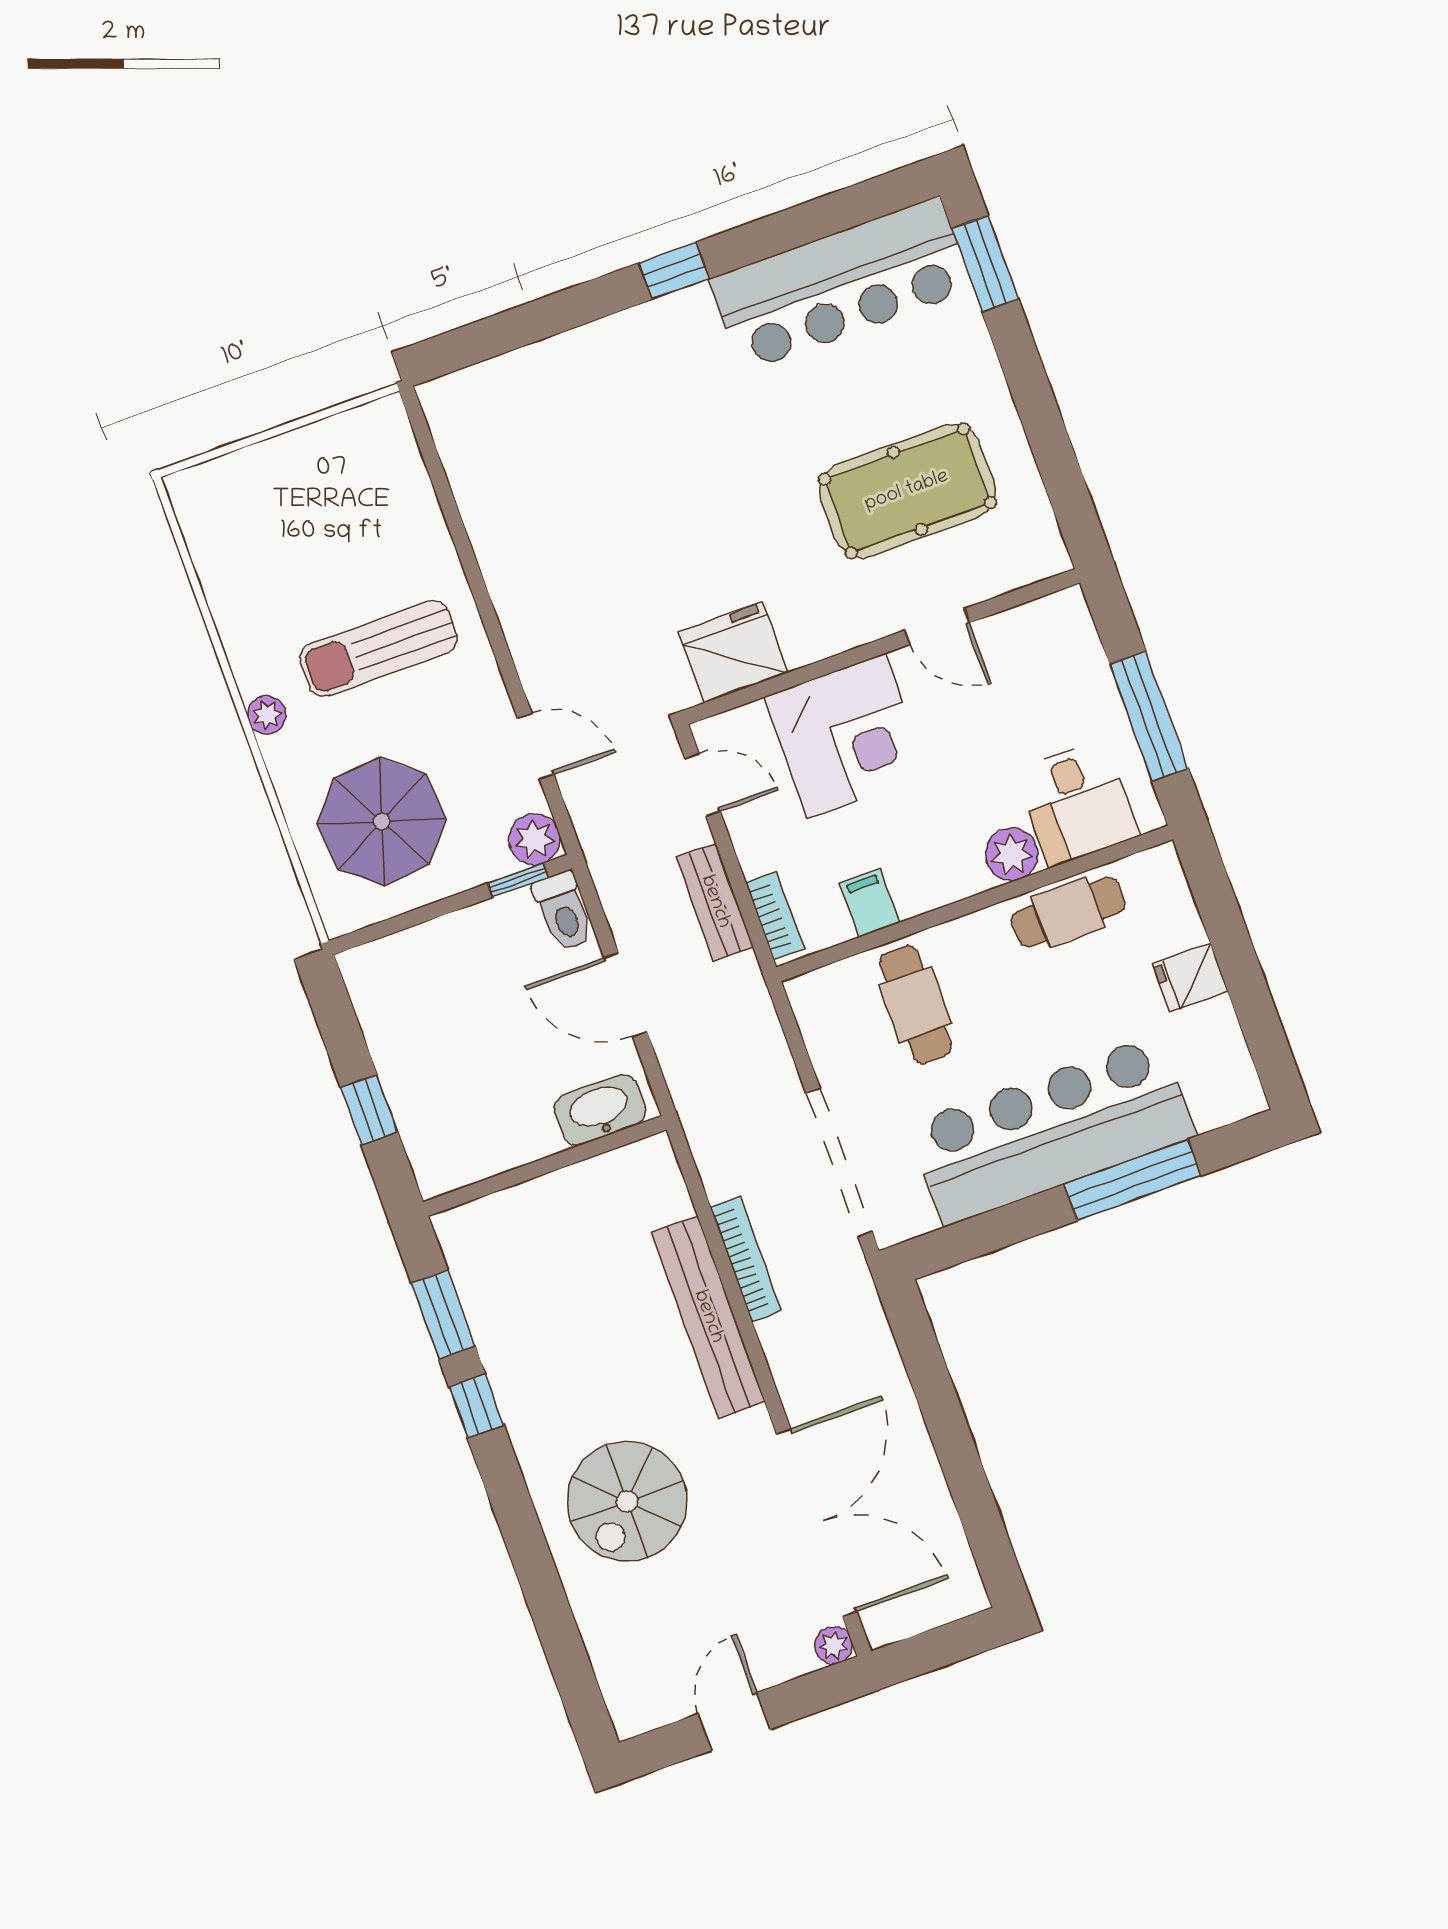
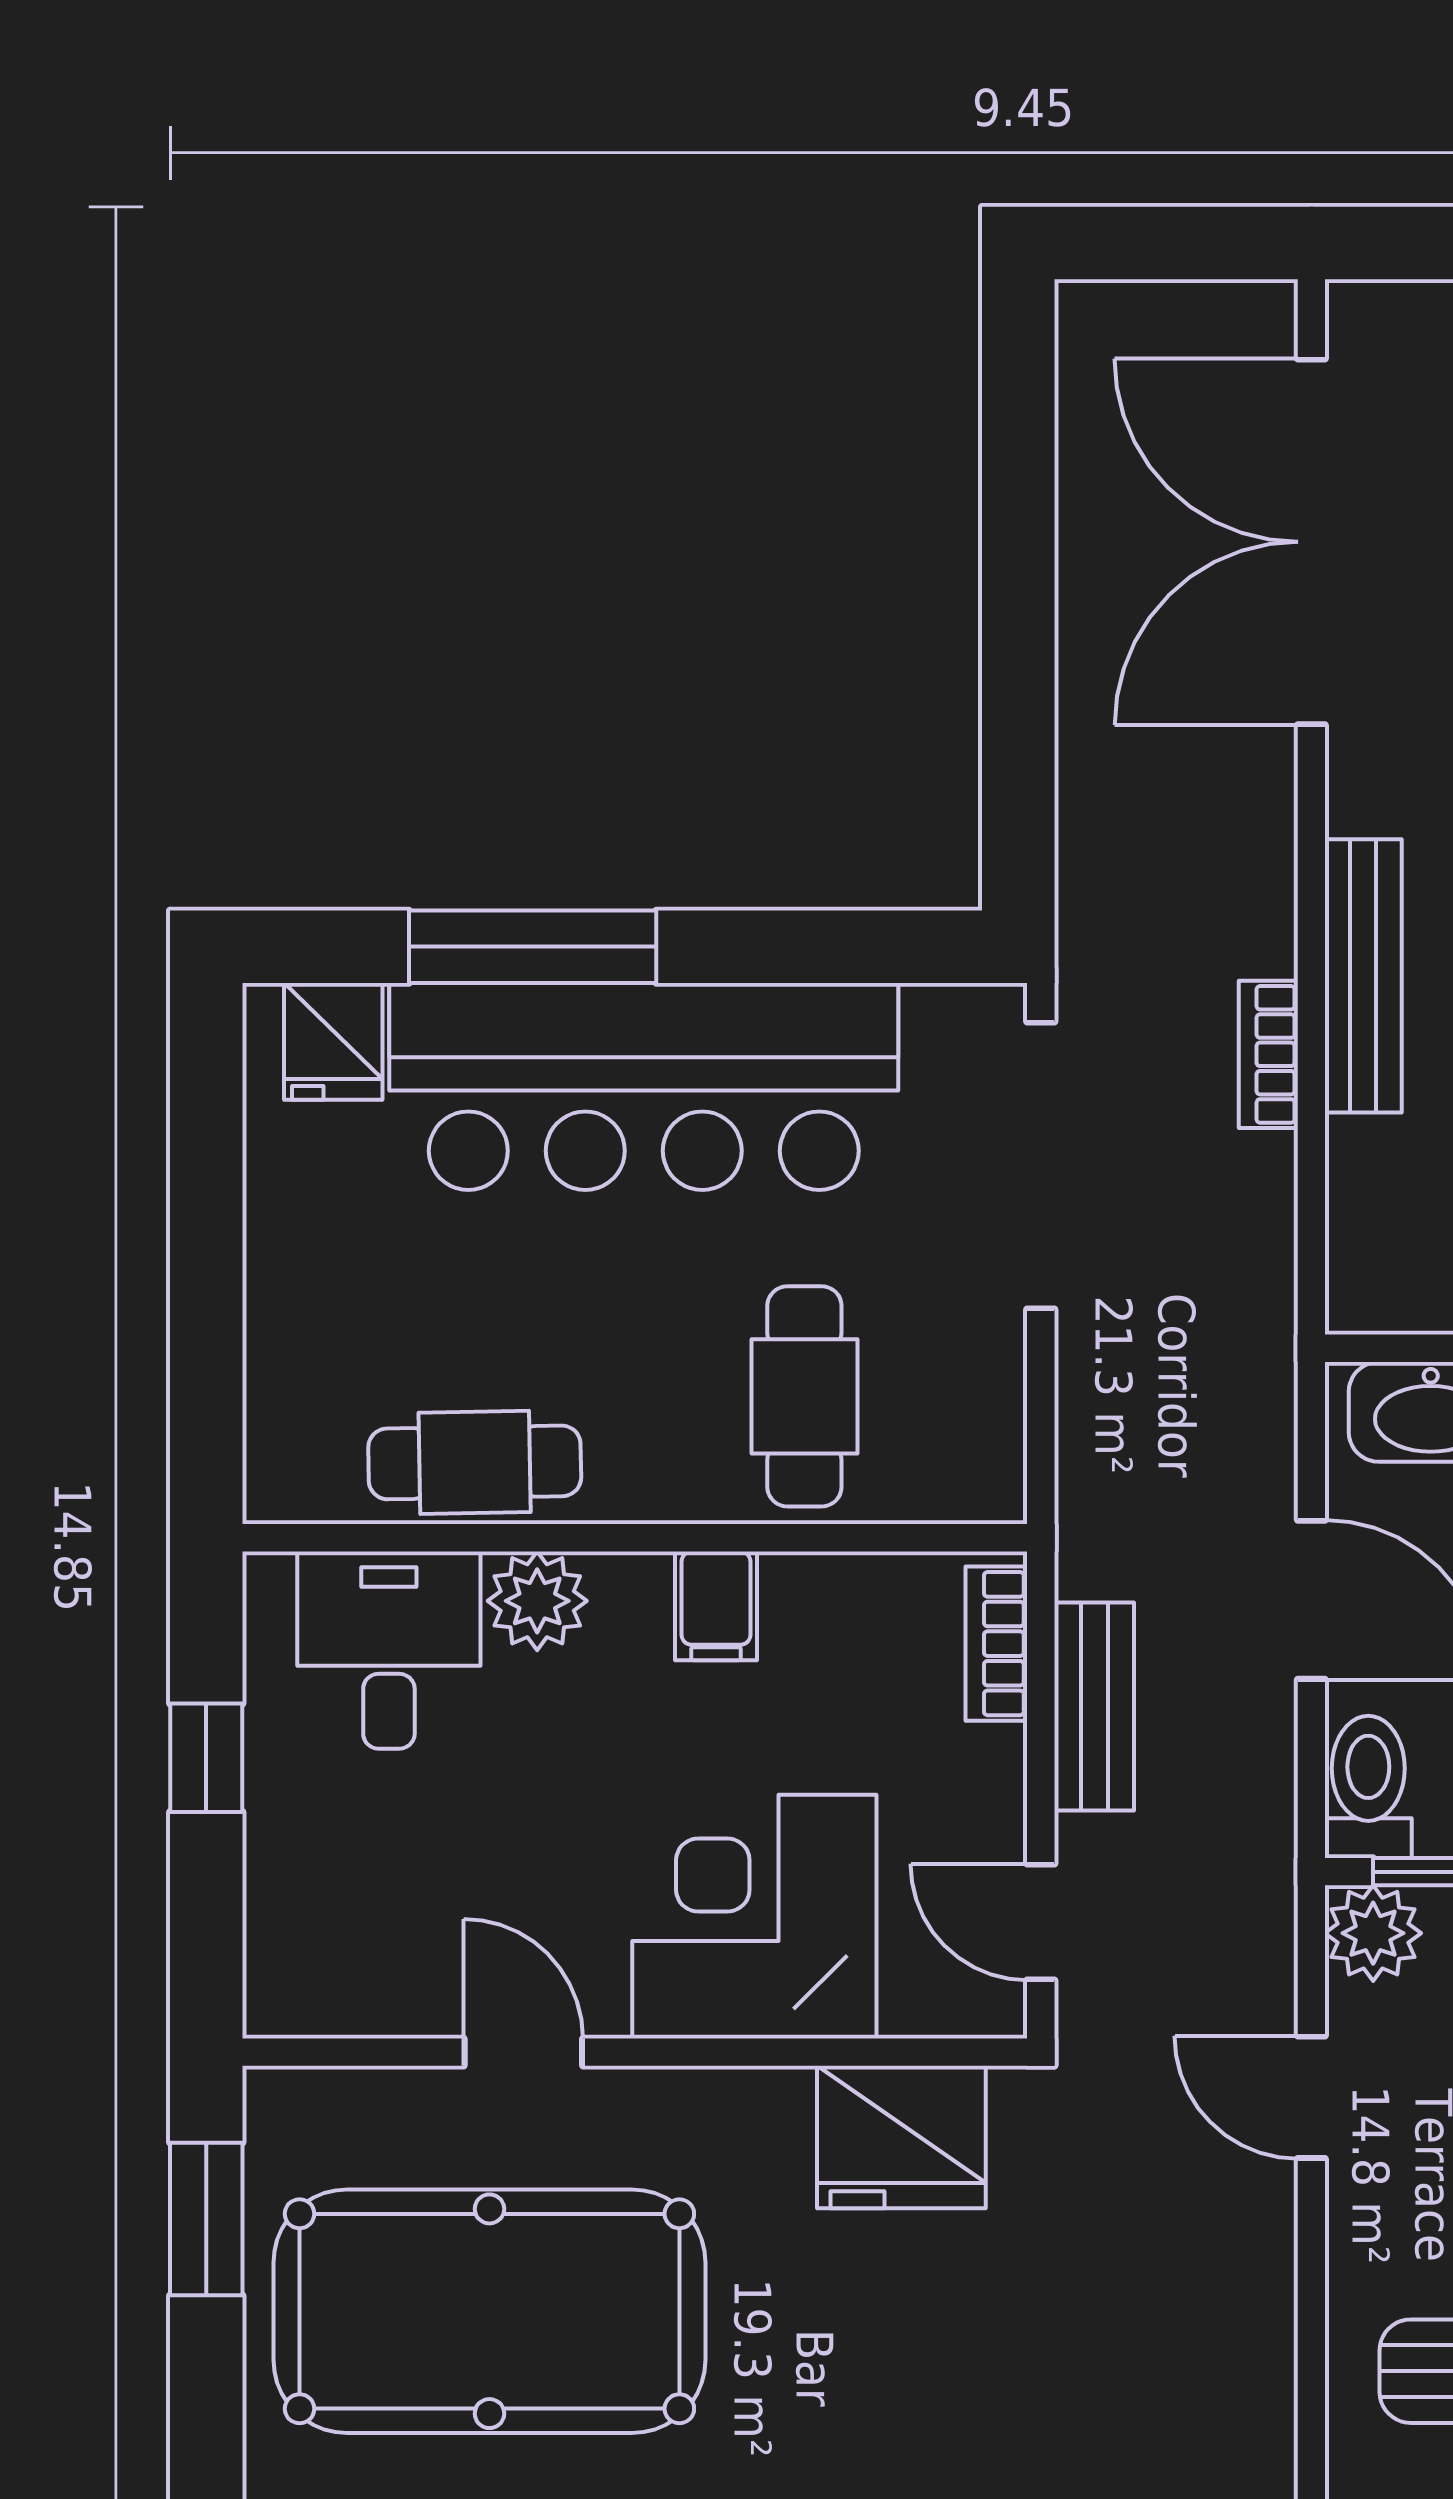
window: (1065, 486) -> (206, 2219), added
pool table: (907, 491) -> (489, 2311), width x1.36, depth x1.32
window: (1149, 716) -> (206, 1758), width x0.46
filing cabinet: (870, 903) -> (716, 1606), moved
fridge: (1190, 978) -> (333, 1041), moved, turned 90
bookcase: (746, 1259) -> (1268, 1054), width x0.64
bench: (708, 1317) -> (1363, 976), width x0.73, depth x0.82
plant: (834, 1645) -> (1360, 314), removed

